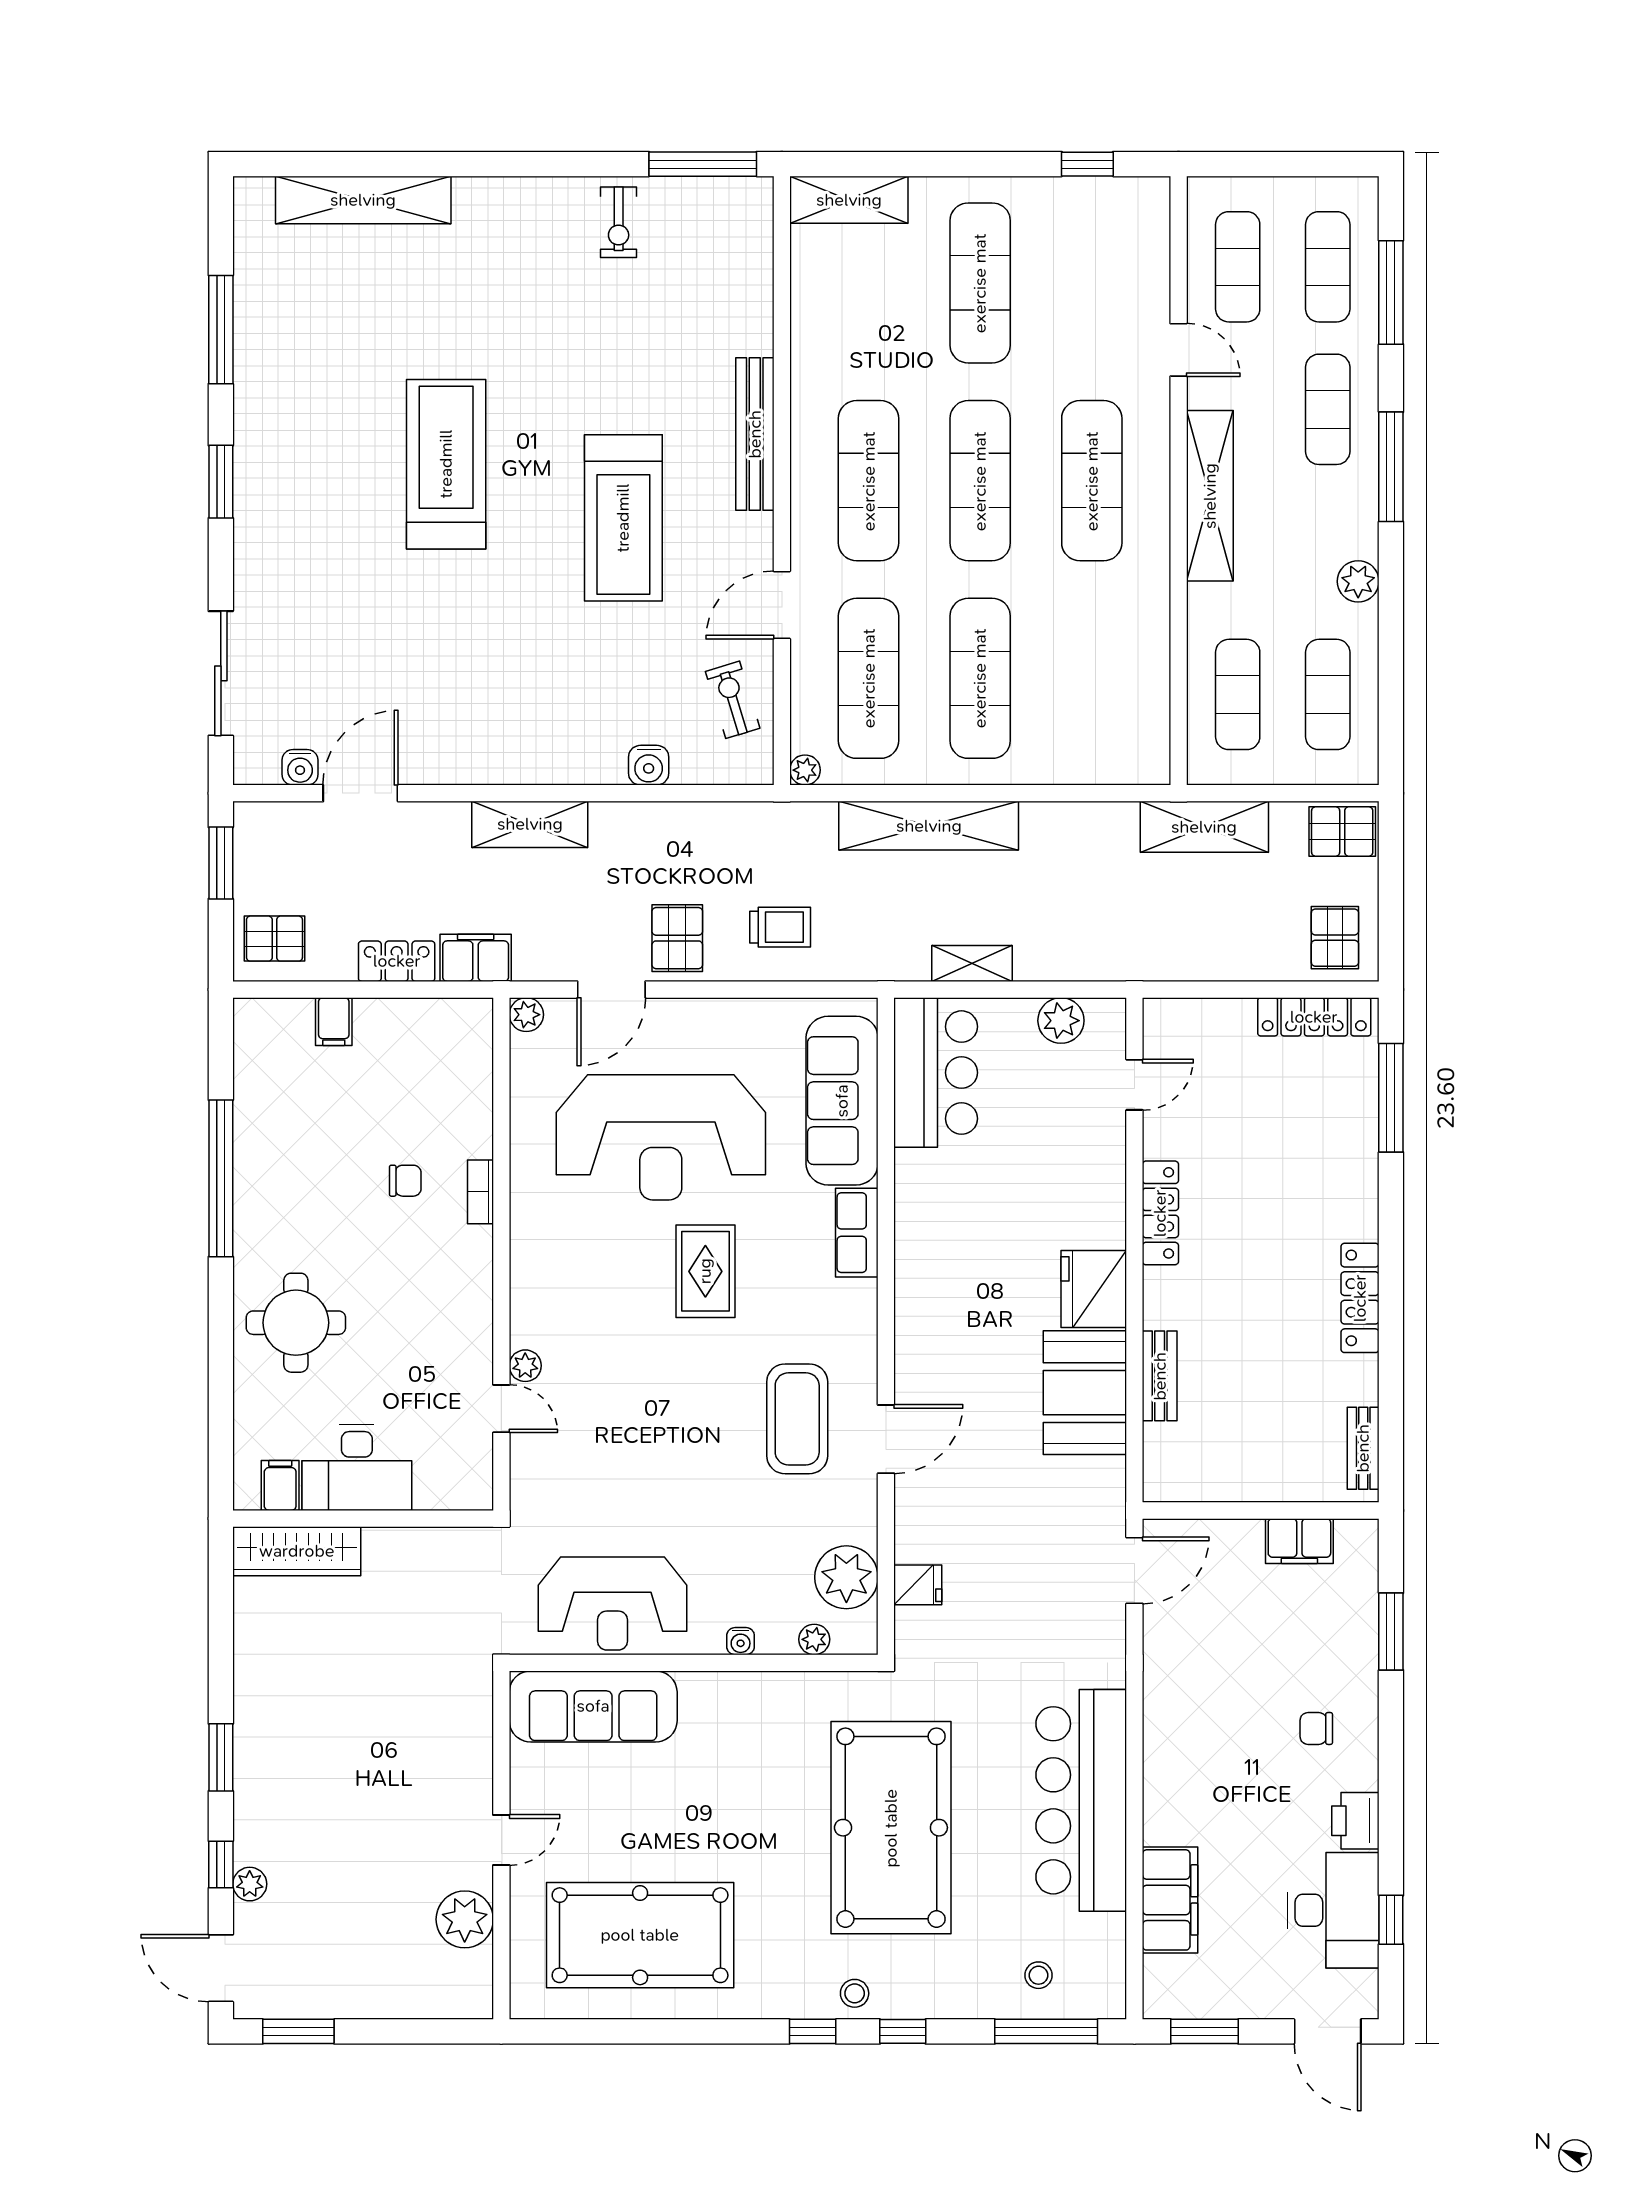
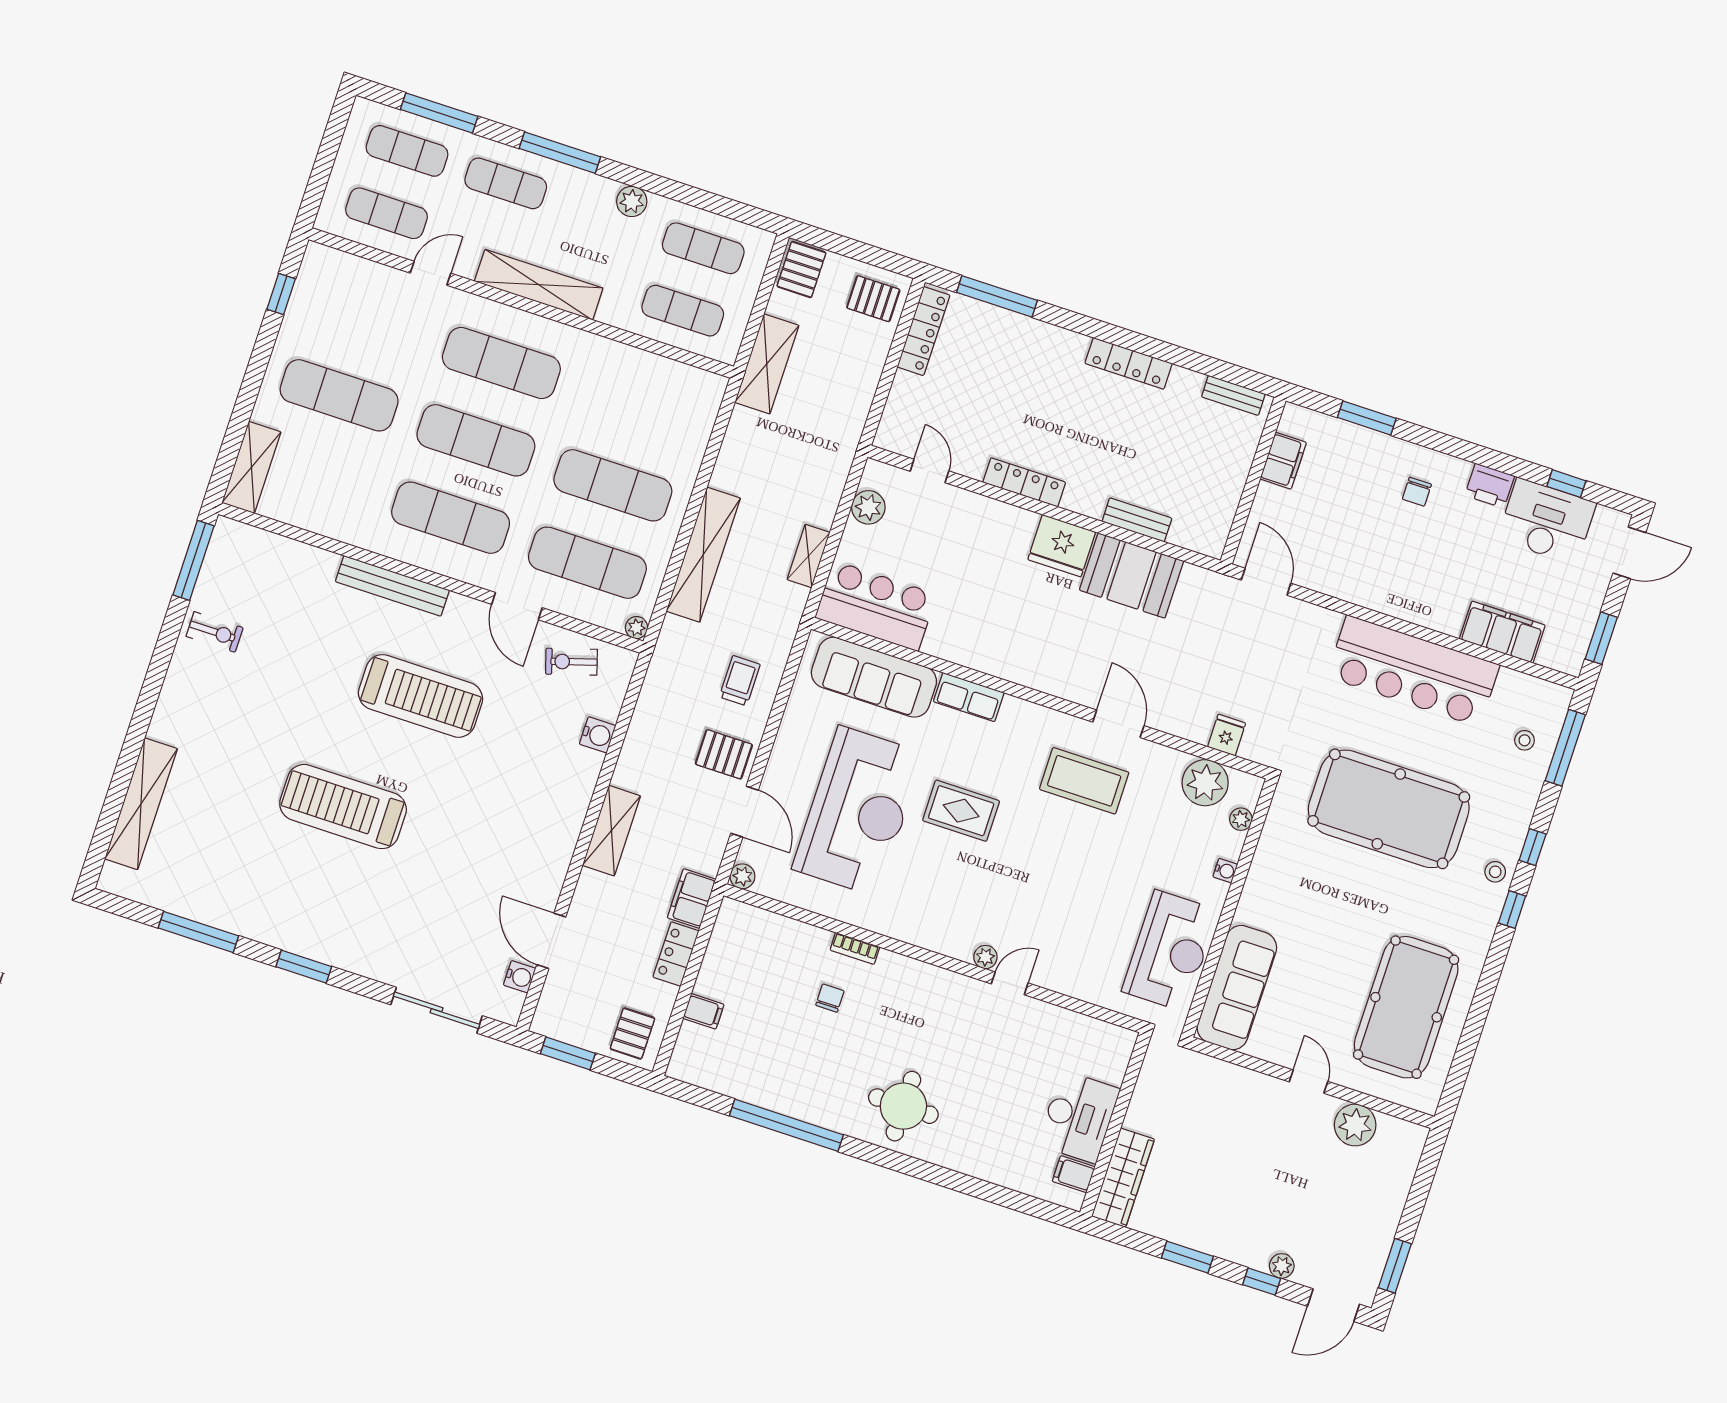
desk: (357, 1468) -> (1079, 1117), moved
filing cabinet: (280, 1485) -> (1074, 1174), moved
wall: (363, 1519) -> (1115, 1124), moved
wardrobe: (297, 1551) -> (1123, 1178), moved

